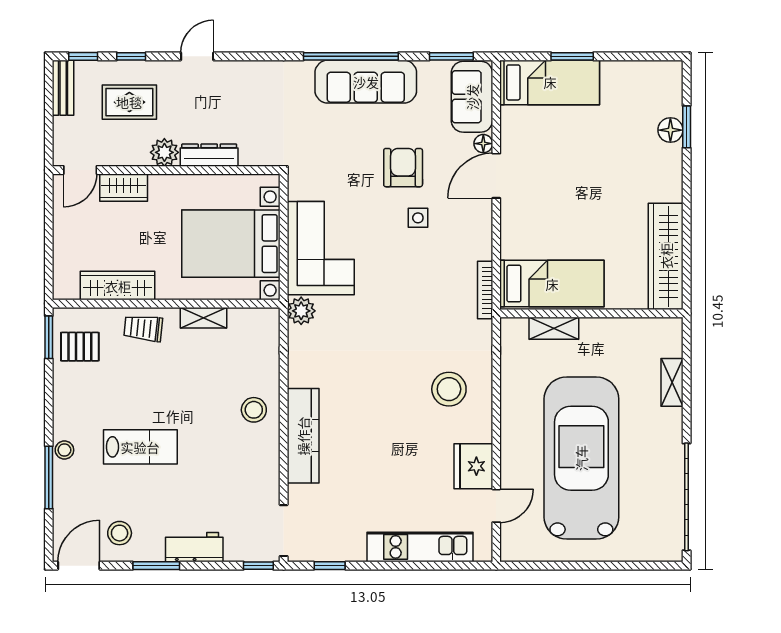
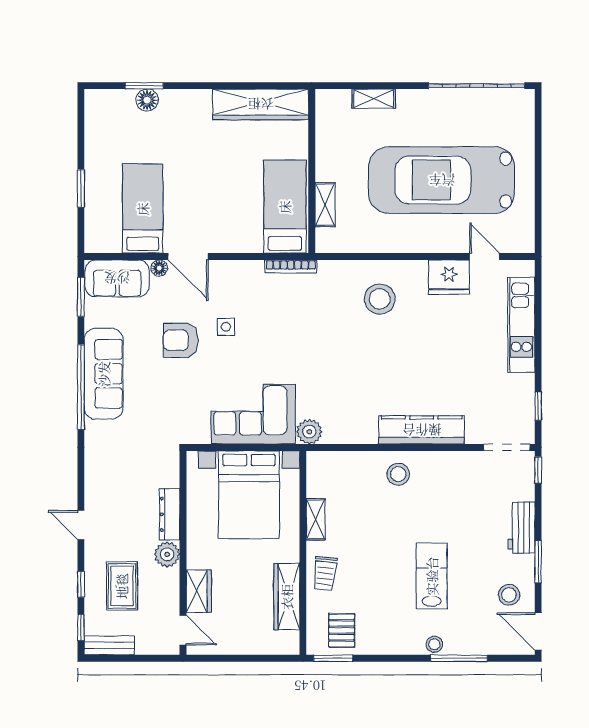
bed: (550, 82) -> (143, 209), moved

